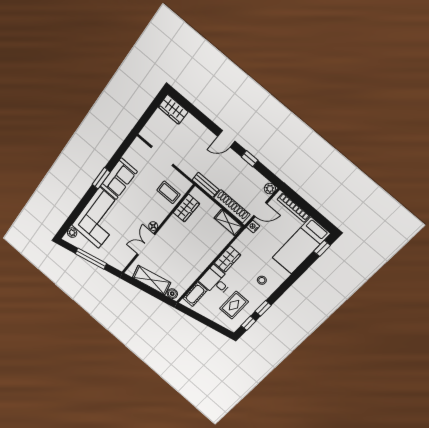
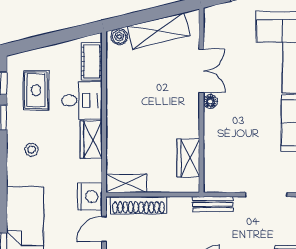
bench: (206, 185) -> (213, 204), moved
coffee table: (168, 192) -> (225, 158), removed
nightstand: (253, 227) -> (90, 197), width x1.89, depth x1.79

